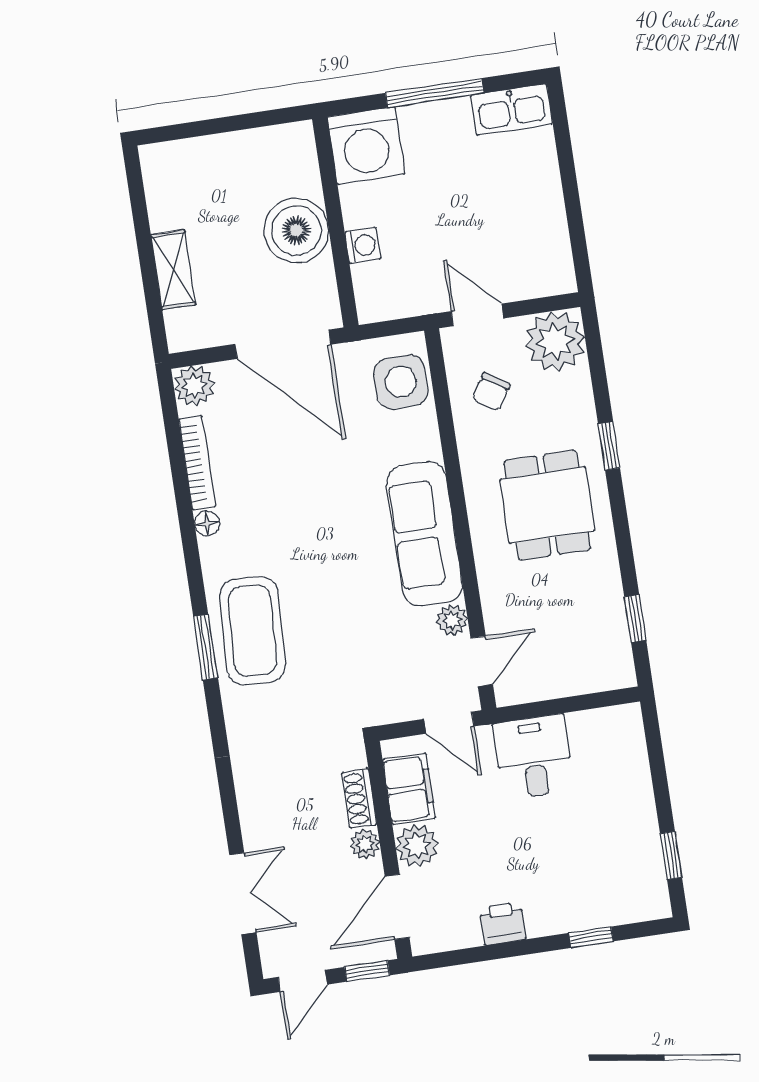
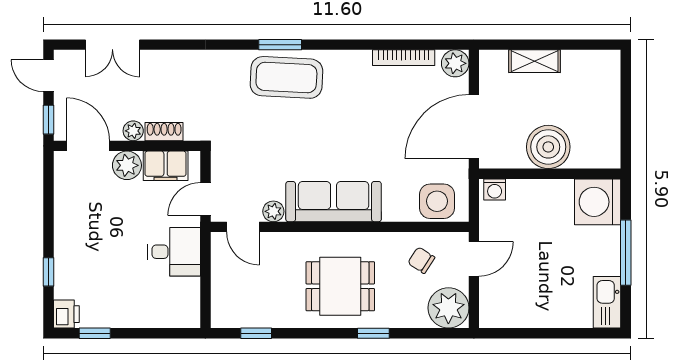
washing machine: (363, 245) -> (495, 190), moved
floor lamp: (207, 524) -> (362, 58), removed
printer: (503, 924) -> (66, 314), moved

